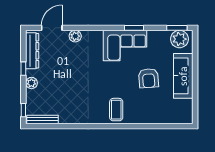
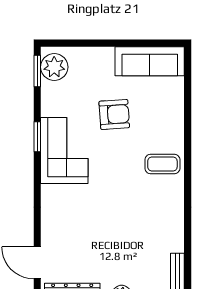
plant: (75, 36) -> (50, 227), removed
sofa: (183, 76) -> (150, 61), moved

